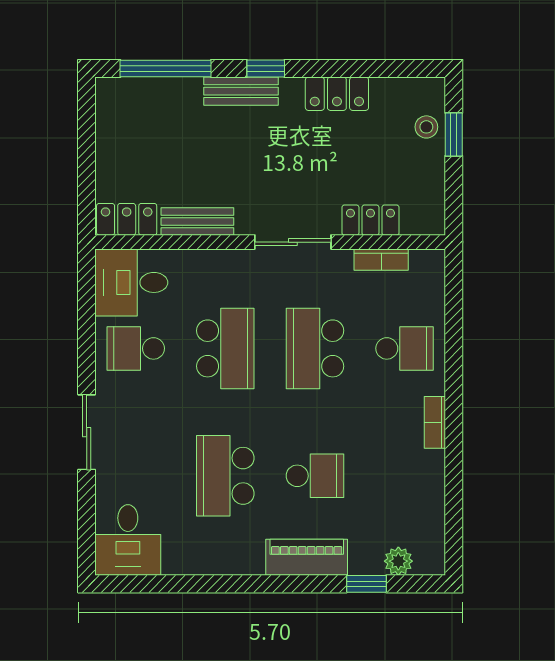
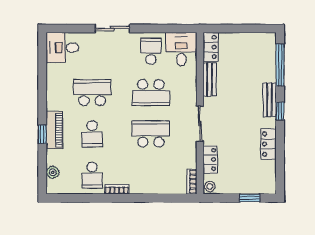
stool: (426, 127) -> (210, 186), moved
bookcase: (381, 260) -> (192, 182), moved
school desk: (405, 348) -> (92, 175), moved
window: (366, 584) -> (42, 134), moved

